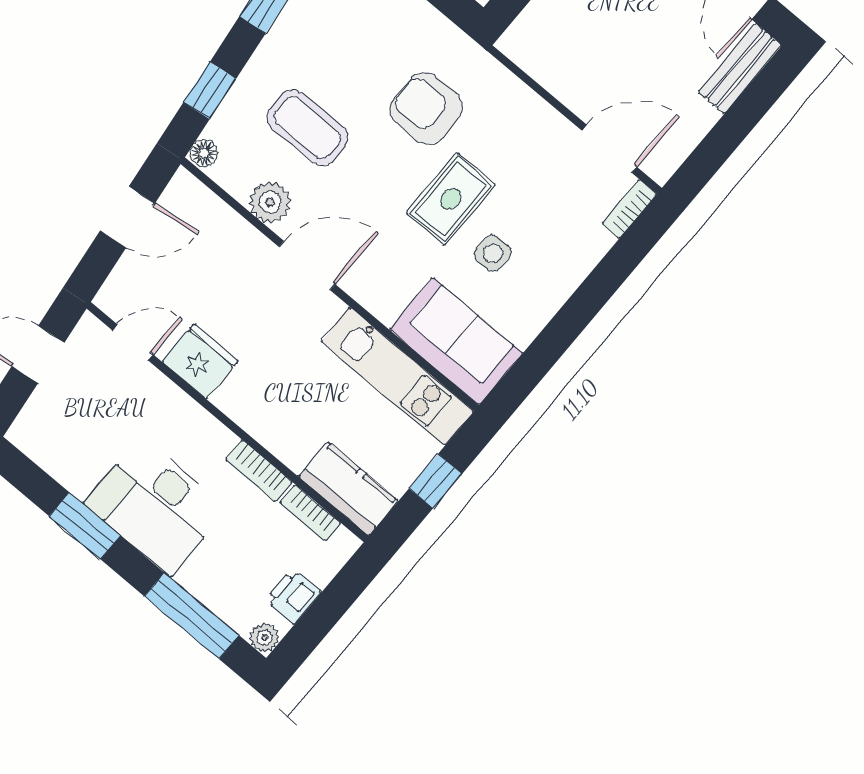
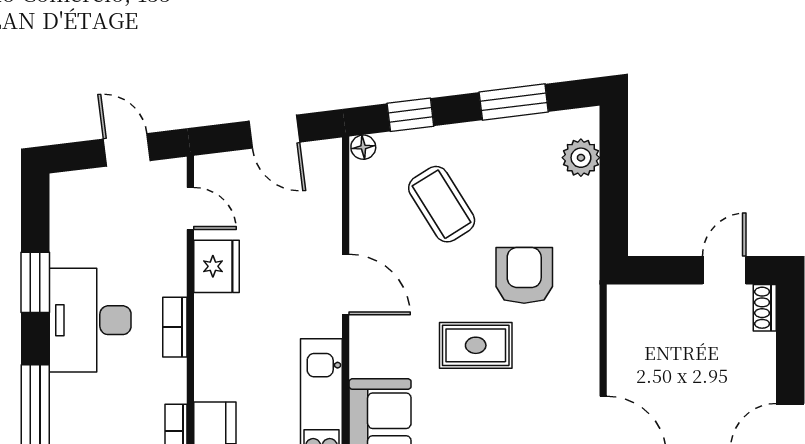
coffee table: (307, 128) -> (442, 204), turned -32
plant: (270, 202) -> (368, 222), removed
side table: (493, 253) -> (463, 406), removed
bookcase: (259, 471) -> (175, 327), moved

